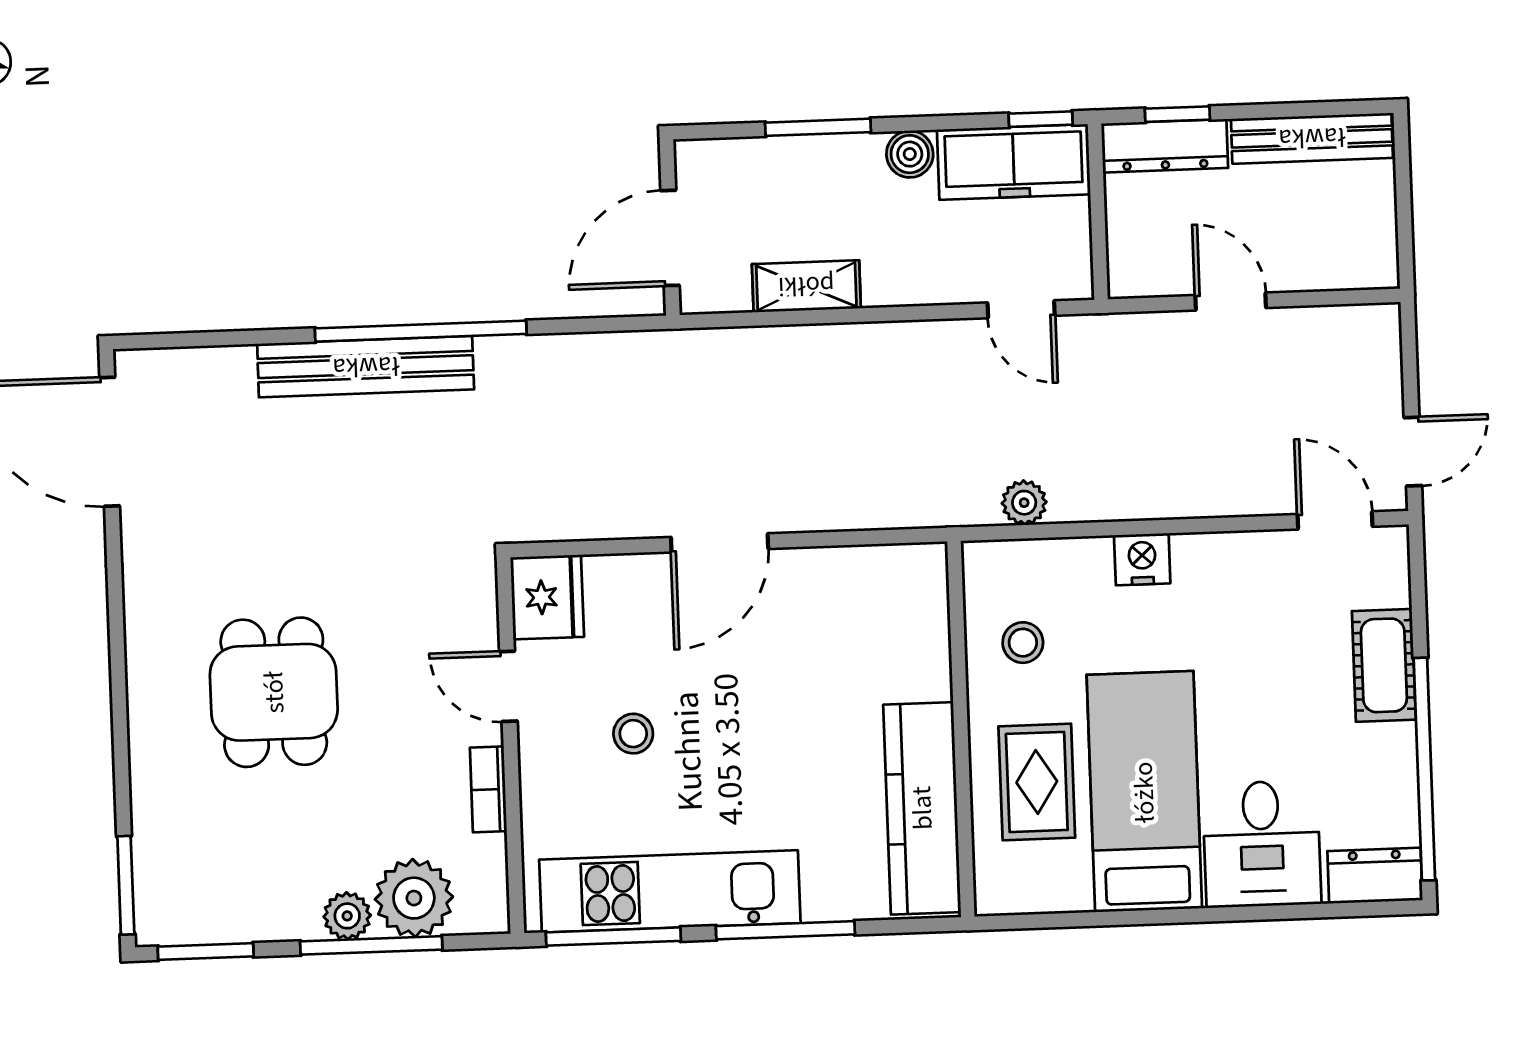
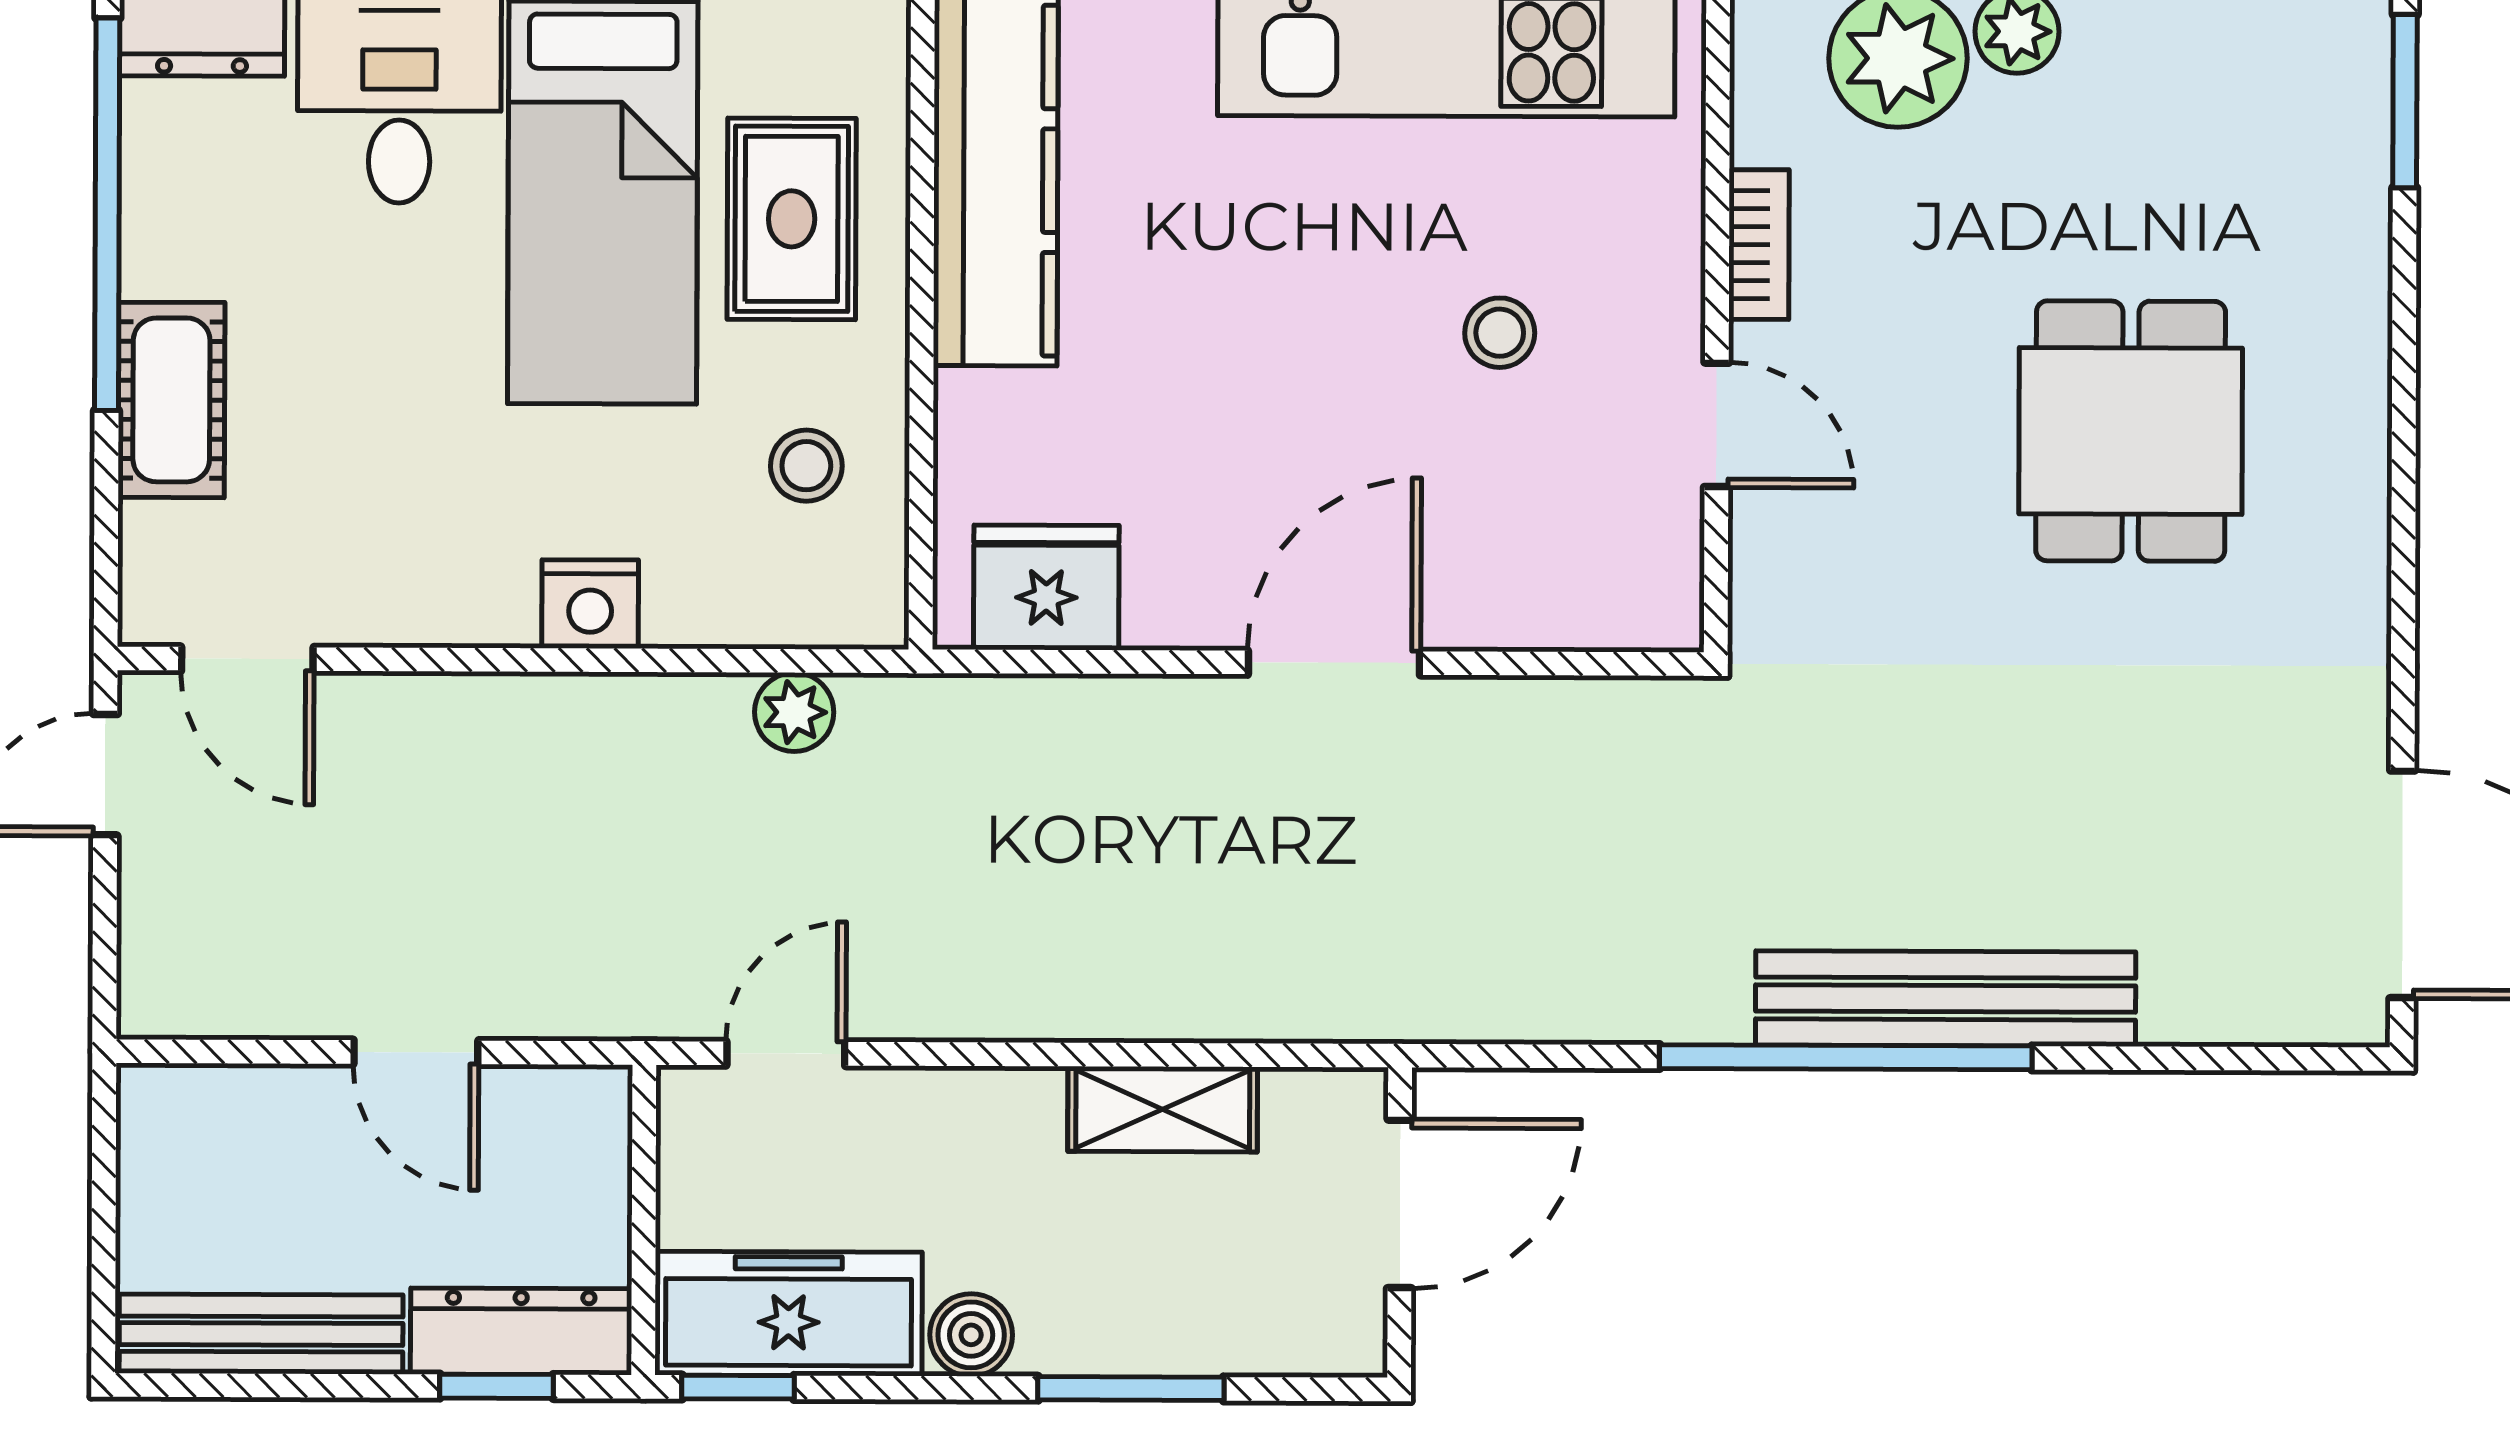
door: (1021, 309) -> (786, 1054), hinge flipped
fridge: (547, 597) -> (1046, 588), moved, turned 90

